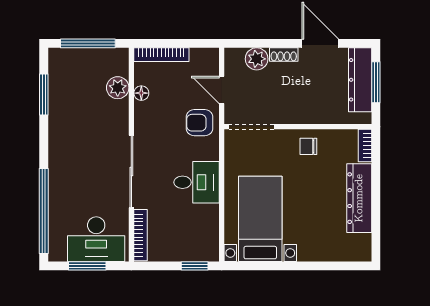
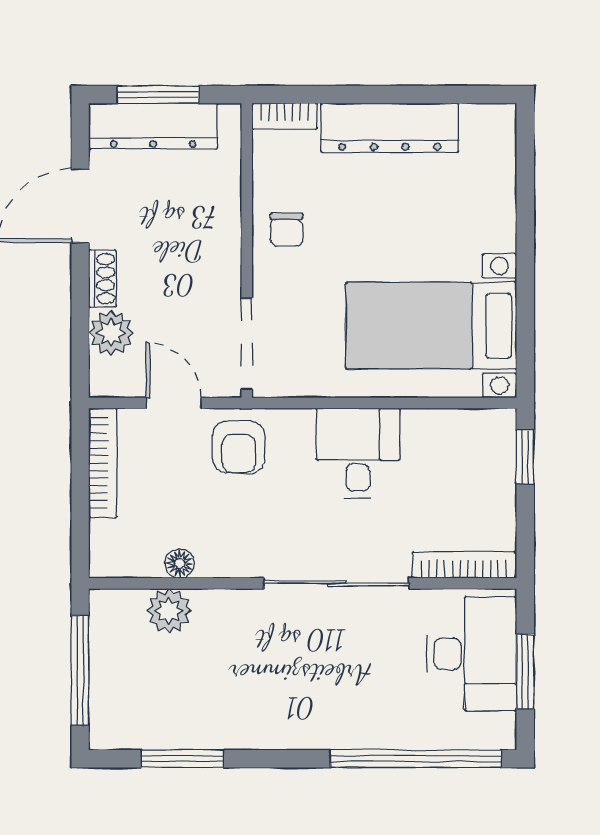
bookcase: (161, 55) -> (103, 463), moved
door: (222, 90) -> (173, 403), swing flipped

